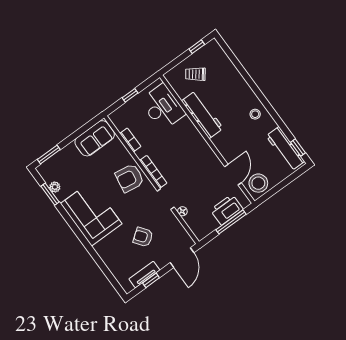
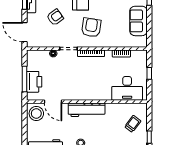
workbench: (202, 115) -> (87, 110), moved
sofa: (95, 138) -> (139, 21), moved
armchair: (130, 178) -> (91, 27), moved

